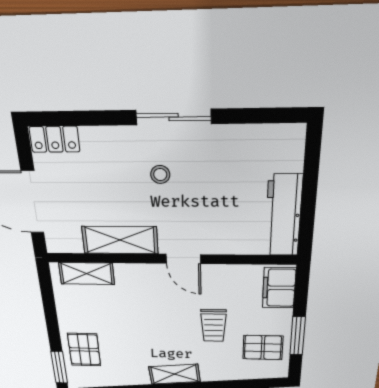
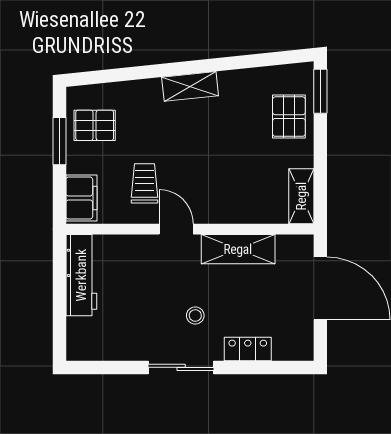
locker: (55, 139) -> (248, 349), moved
shelving: (87, 274) -> (301, 196), moved, turned 90
trolley: (213, 325) -> (144, 183), moved

